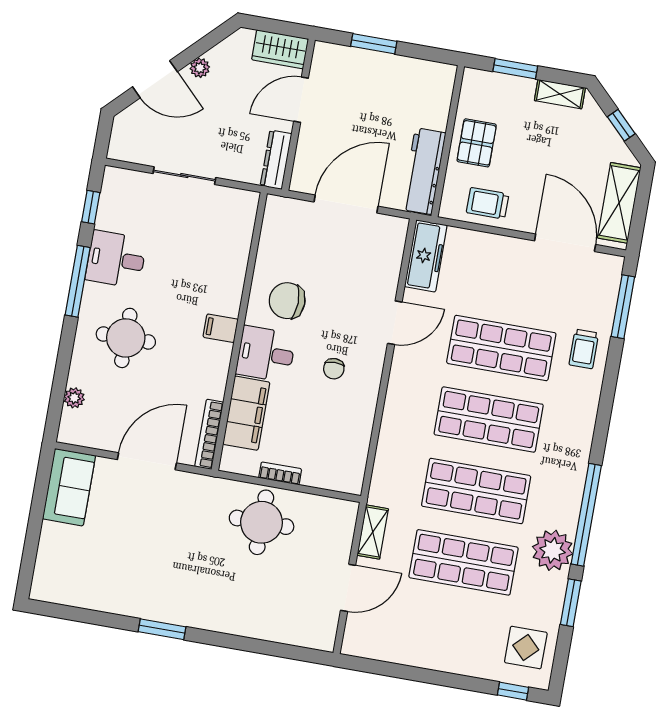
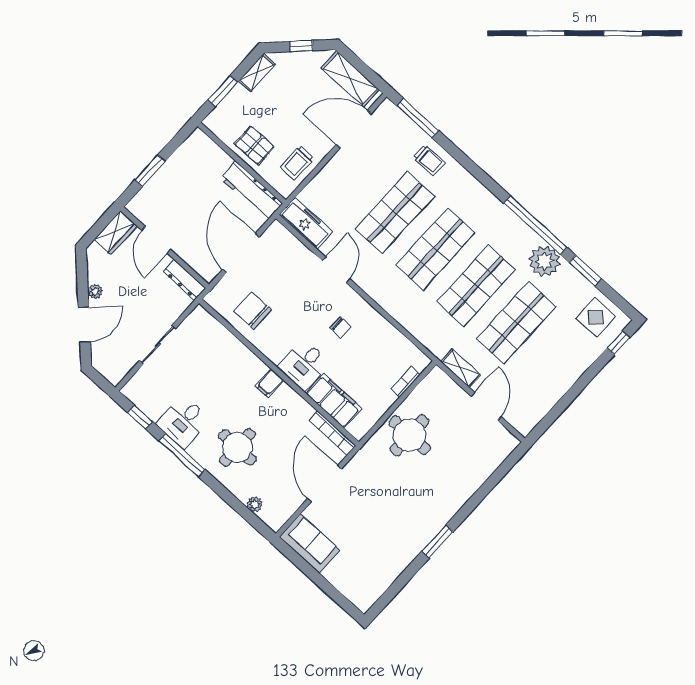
chair: (287, 301) -> (253, 310), moved, turned 89
bookcase: (280, 473) -> (405, 382), moved

